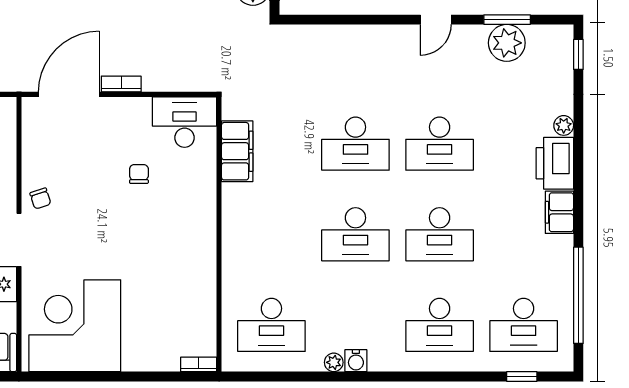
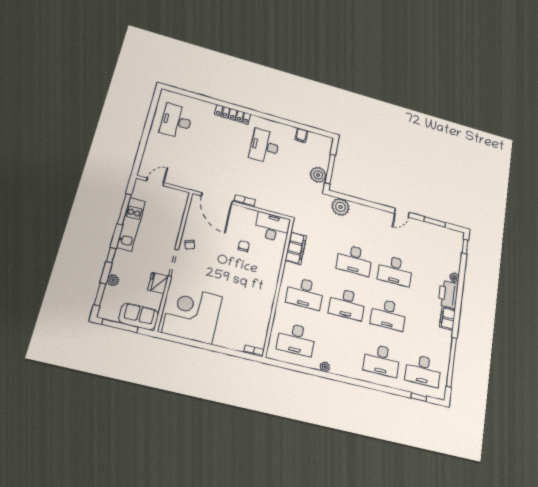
plant: (507, 43) -> (340, 207), moved
door: (69, 94) -> (217, 198), swing flipped
desk: (271, 234) -> (305, 293), added
water cooler: (356, 361) -> (336, 369), removed

